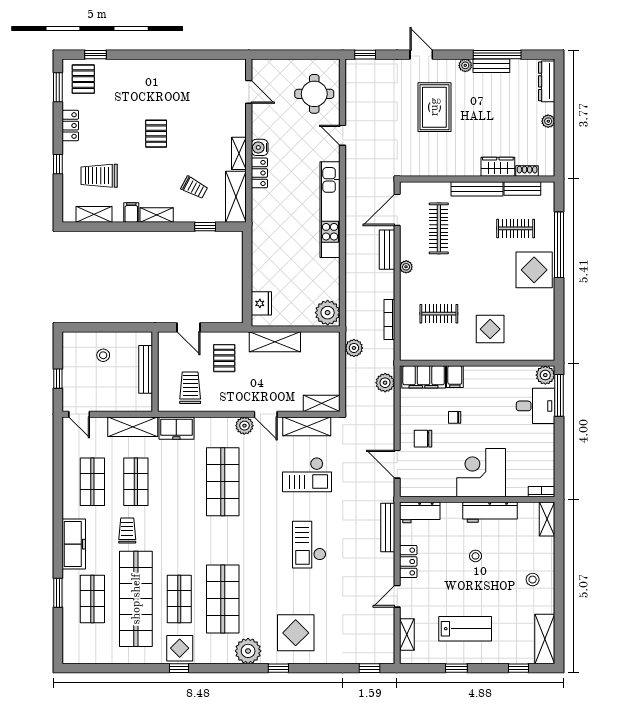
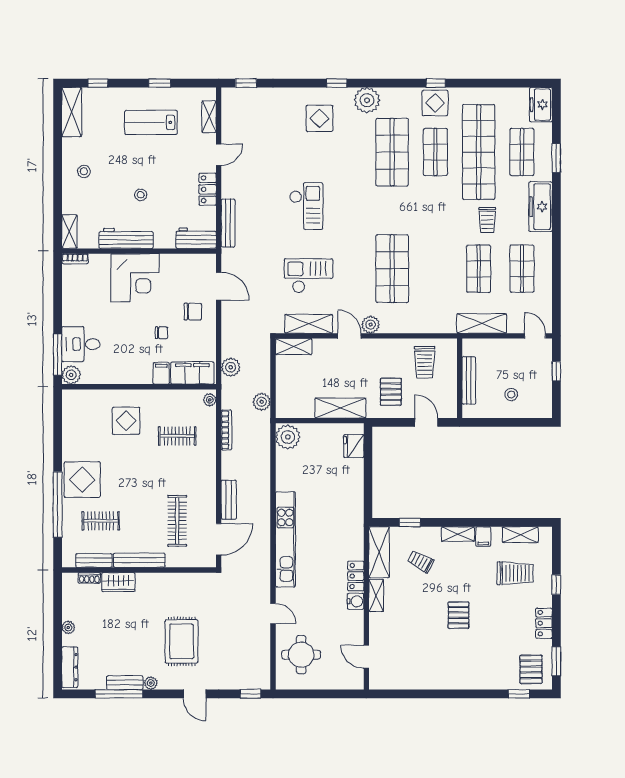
plant: (406, 267) -> (210, 400), moved
freezer: (176, 428) -> (541, 105), moved, turned -90
display table: (296, 633) -> (320, 118), width x0.73, depth x0.73

